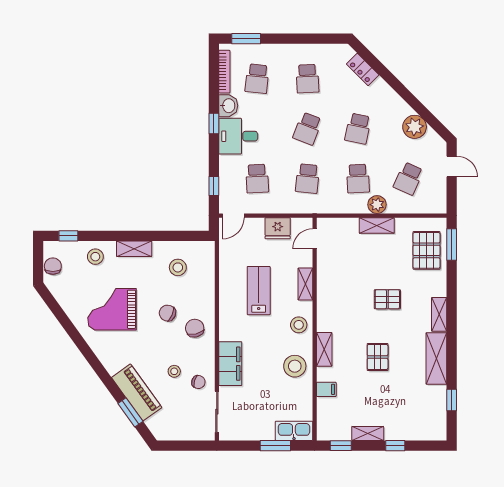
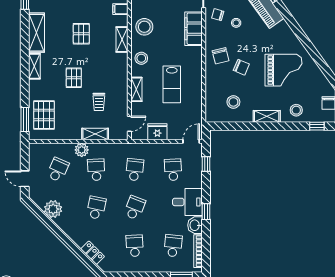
shelving: (377, 225) -> (95, 134), moved
trolley: (354, 268) -> (99, 102), added
pallet: (387, 299) -> (74, 78), turned 90

